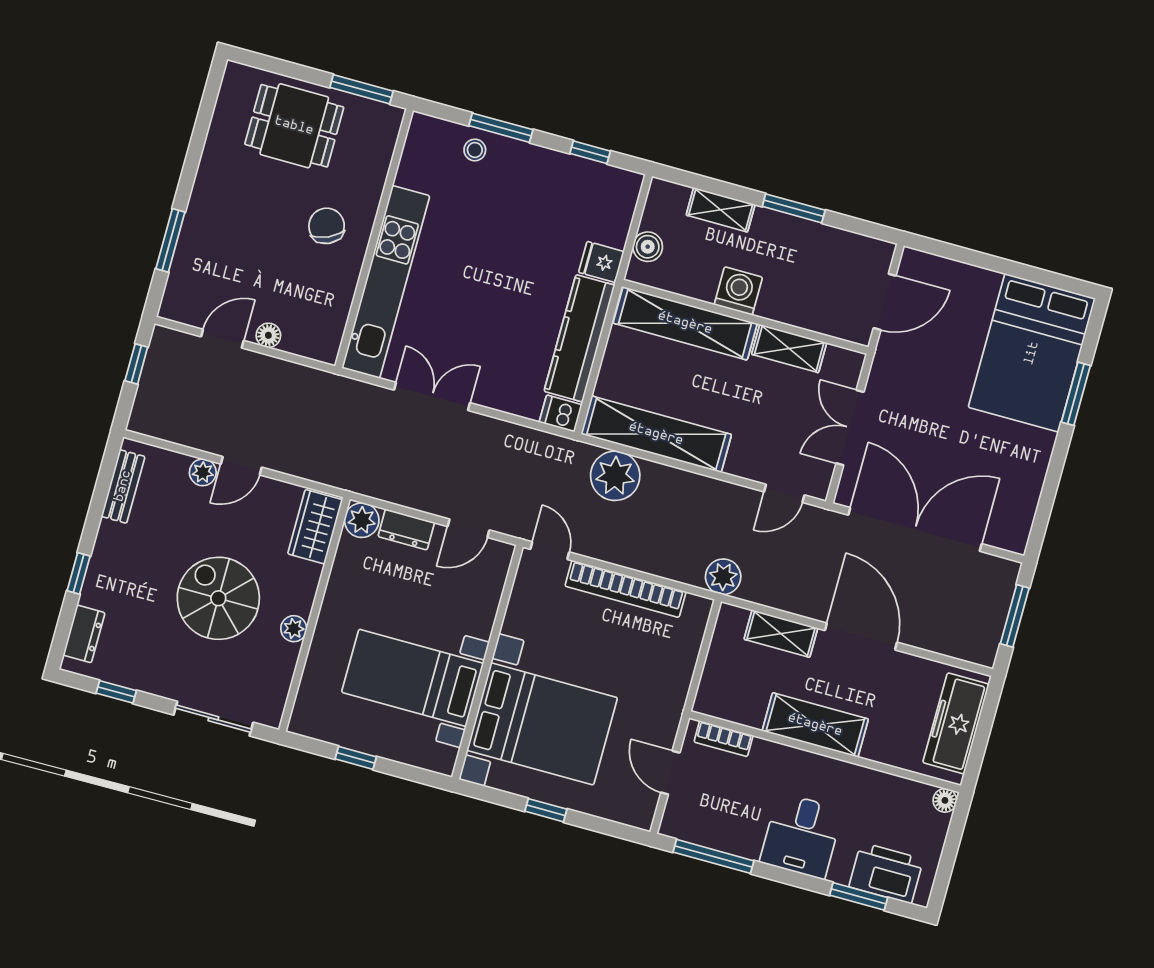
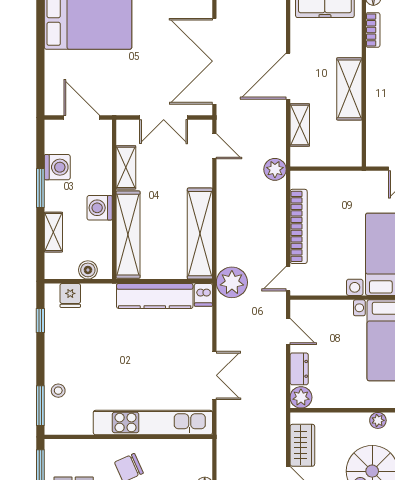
window: (501, 128) -> (40, 406), moved
washing machine: (819, 243) -> (57, 167), added
fridge: (601, 262) -> (70, 295), moved
double door: (432, 396) -> (214, 375), swing flipped
plant: (615, 476) -> (232, 282), moved
wardrobe: (315, 527) -> (302, 445), moved, turned -90
bookcase: (724, 739) -> (373, 30), moved

